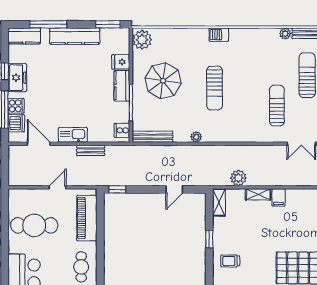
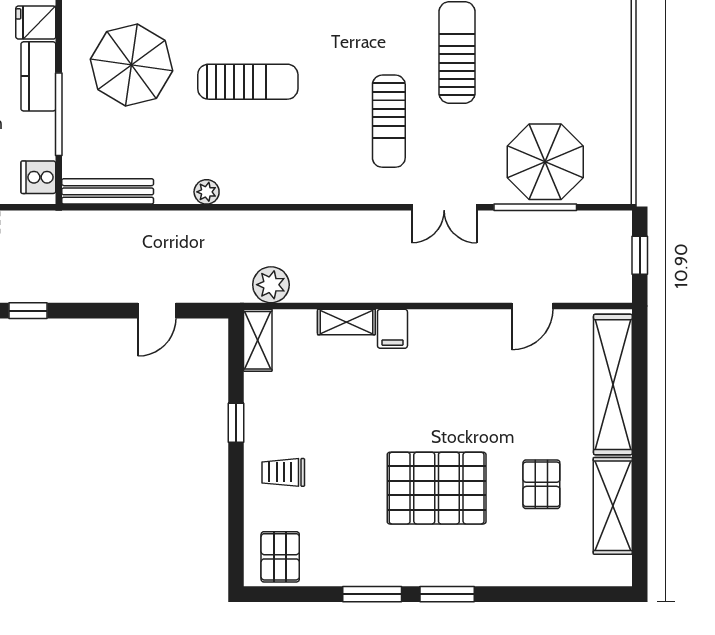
sun lounger: (215, 88) -> (248, 82), turned -90
sun lounger: (277, 106) -> (389, 121), turned 180
plant: (238, 178) -> (271, 285), moved

